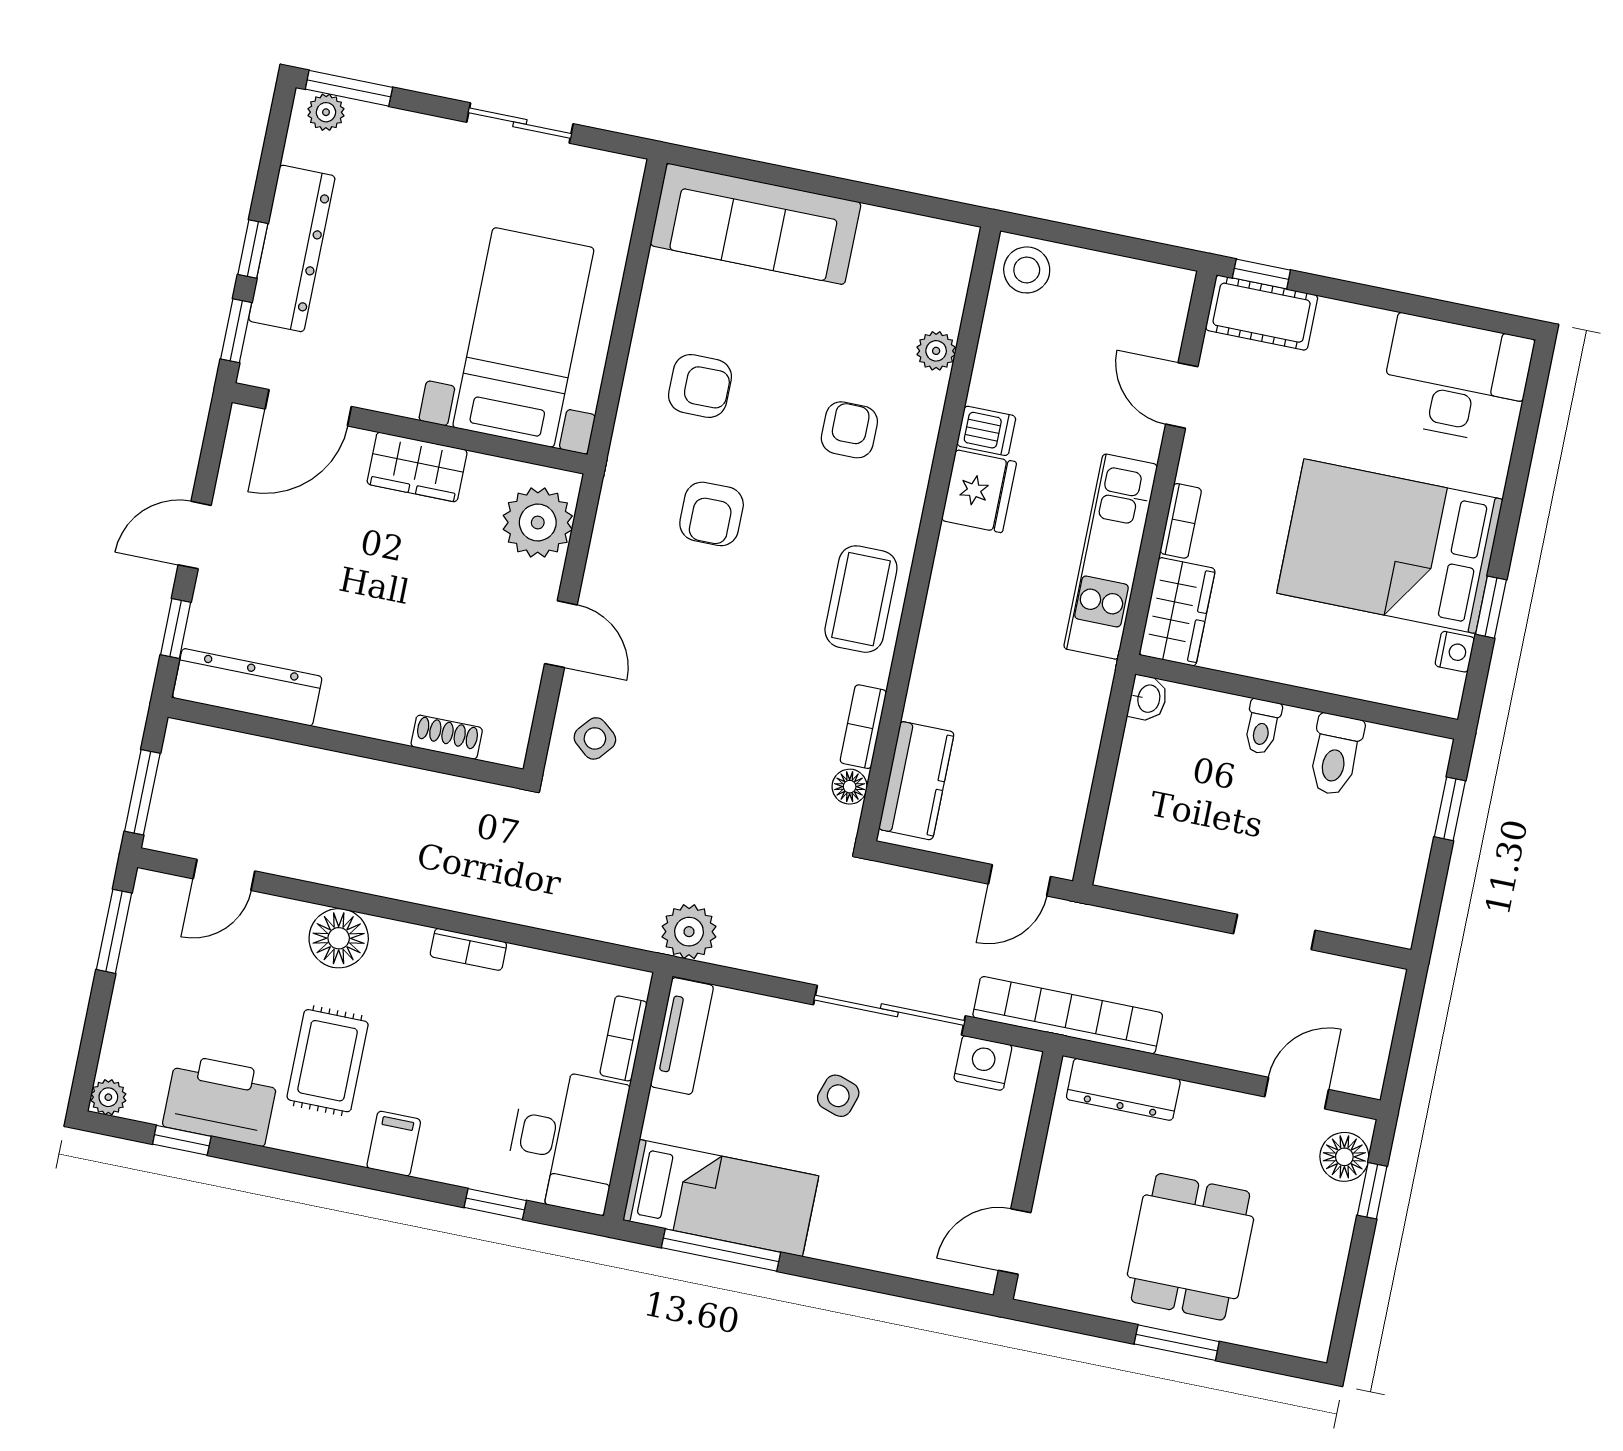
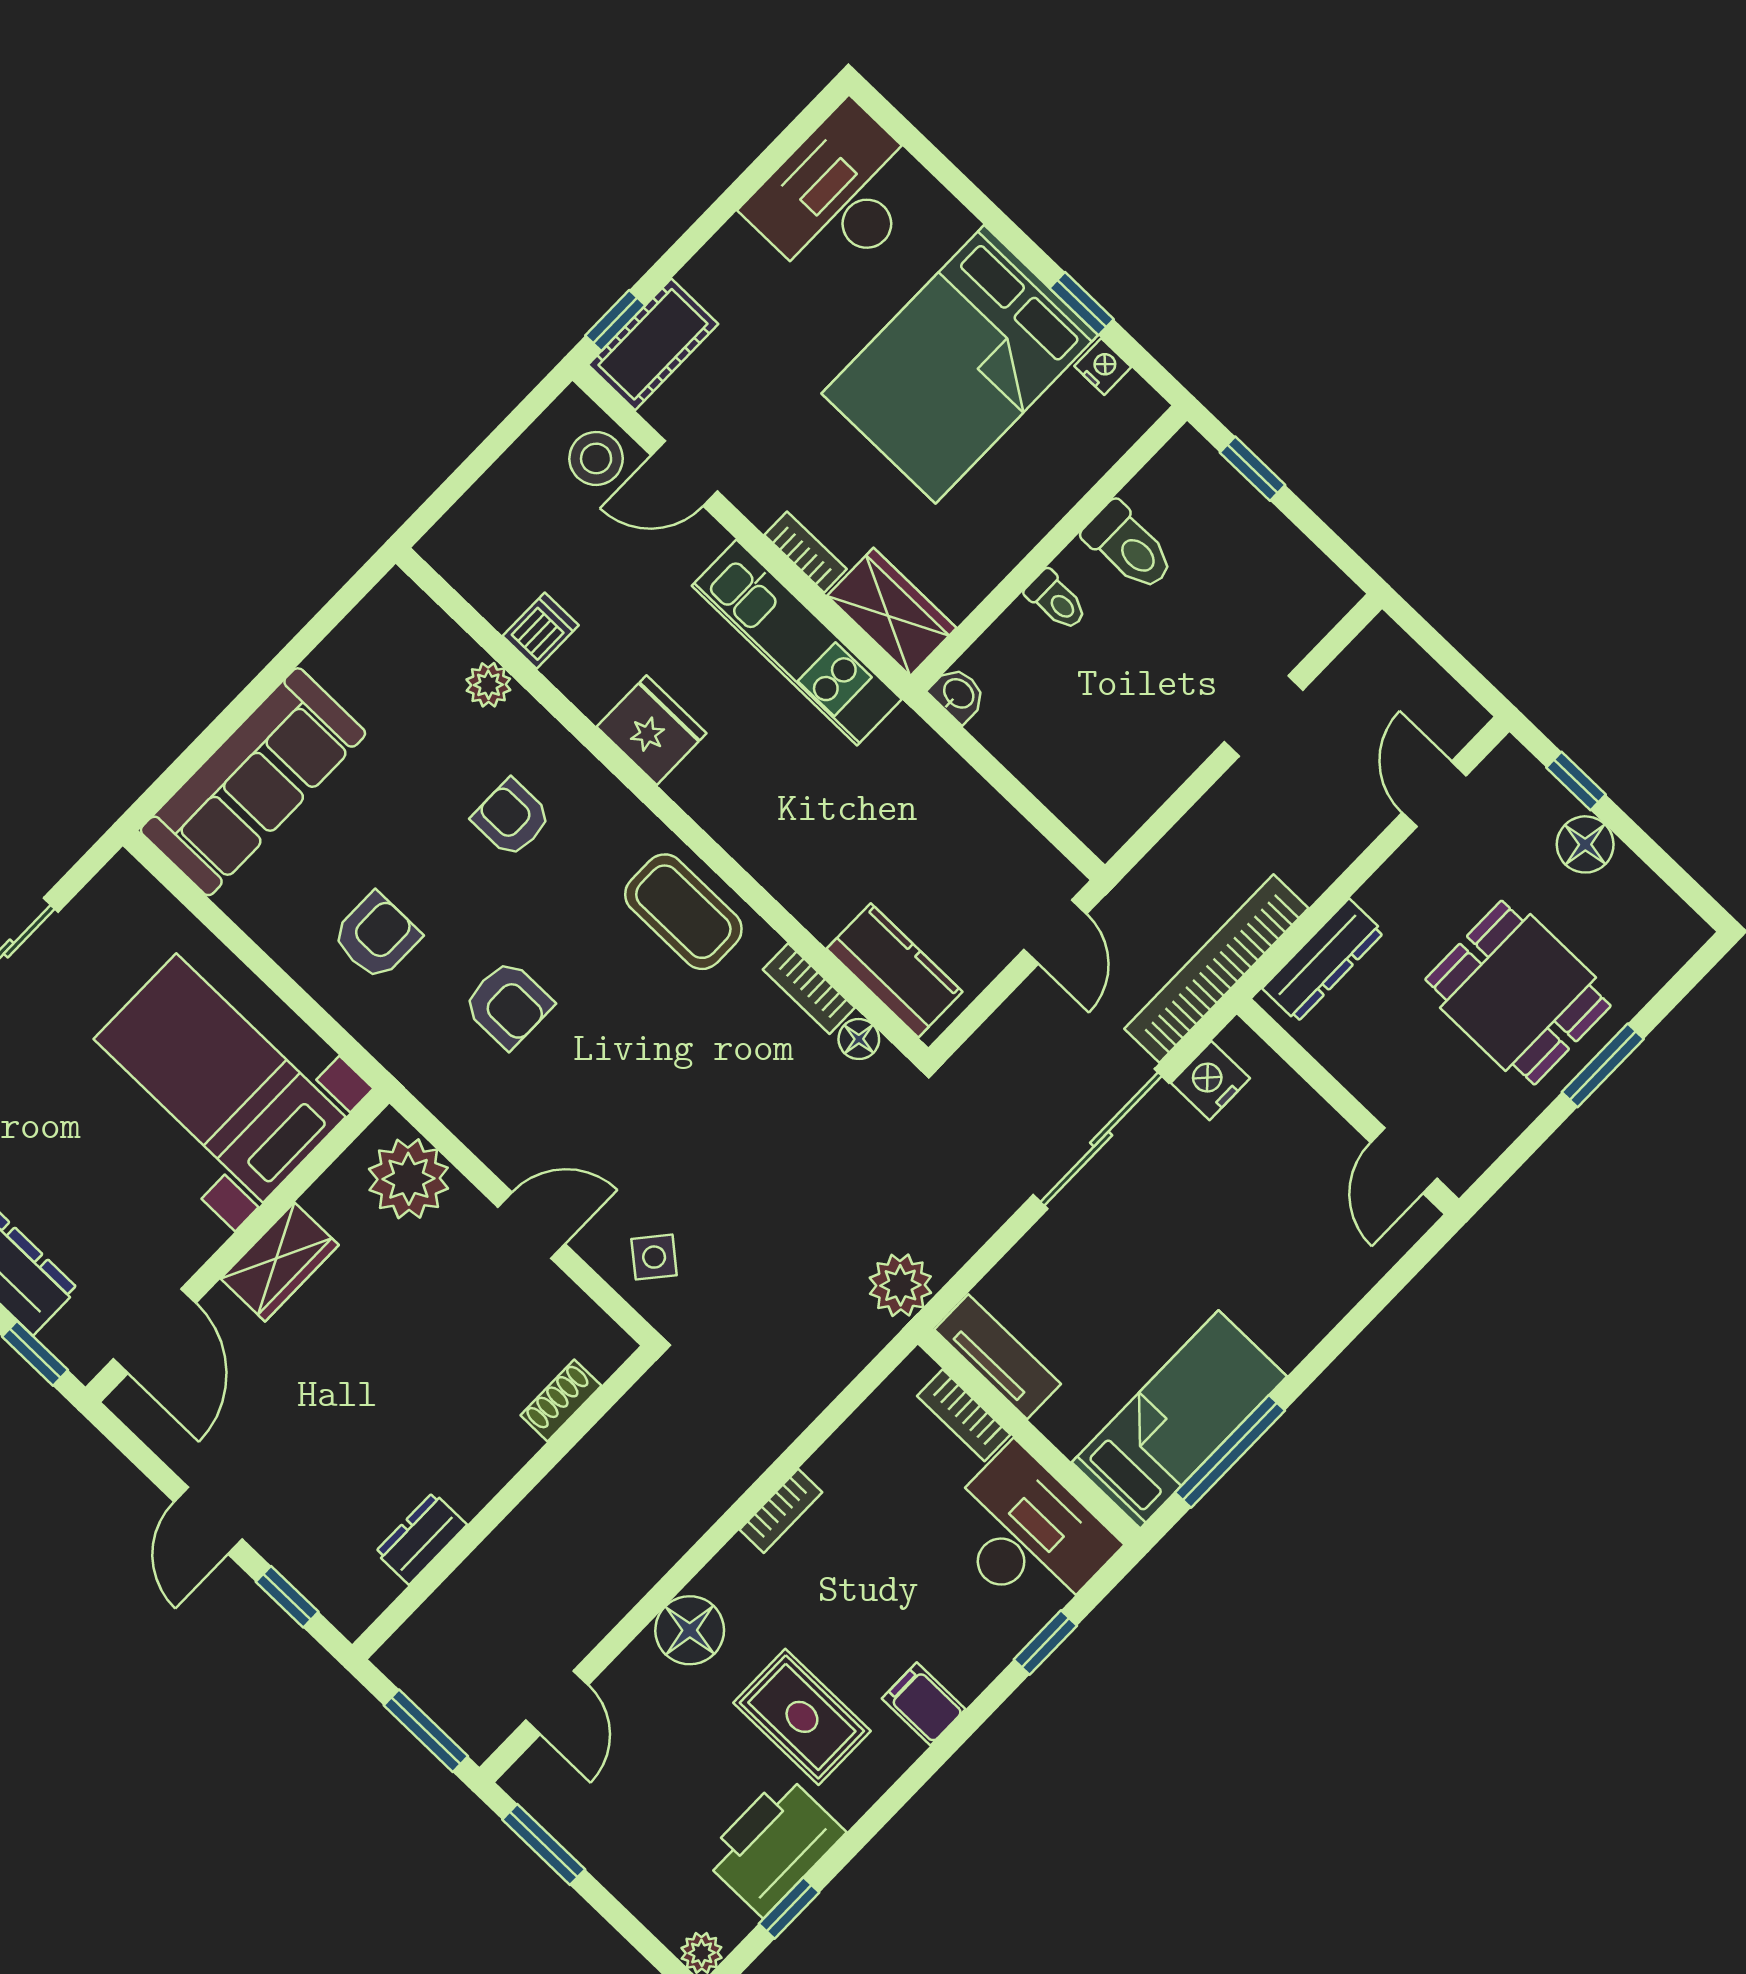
stool: (1027, 270) -> (596, 458), moved
dishwasher: (986, 431) -> (541, 631), moved
dresser: (247, 687) -> (421, 1538), width x0.51, depth x0.80
side table: (838, 1096) -> (1153, 1242), removed
floor lamp: (1344, 1157) -> (1585, 844), moved

